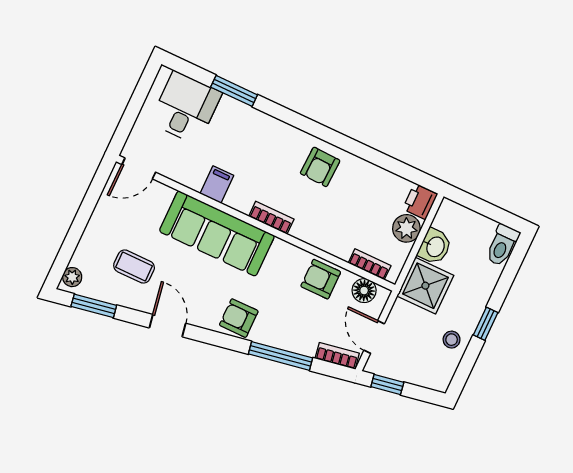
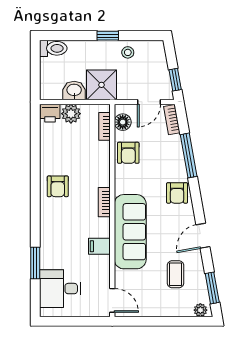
armchair: (320, 167) -> (58, 186), turned 88

